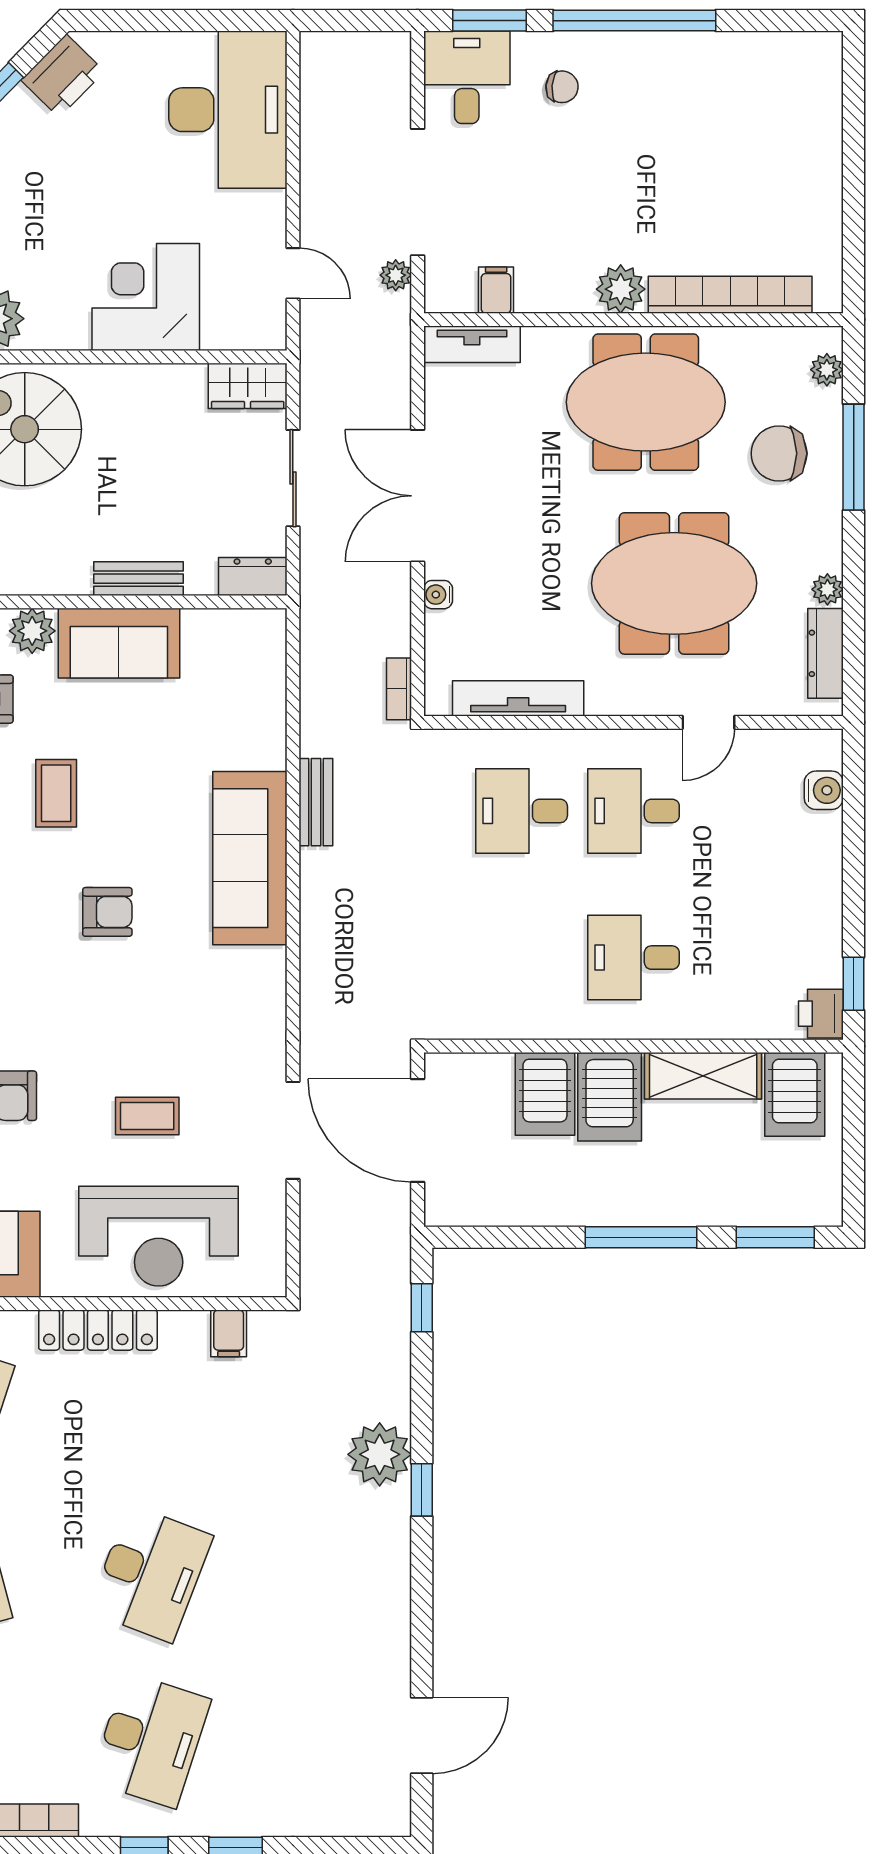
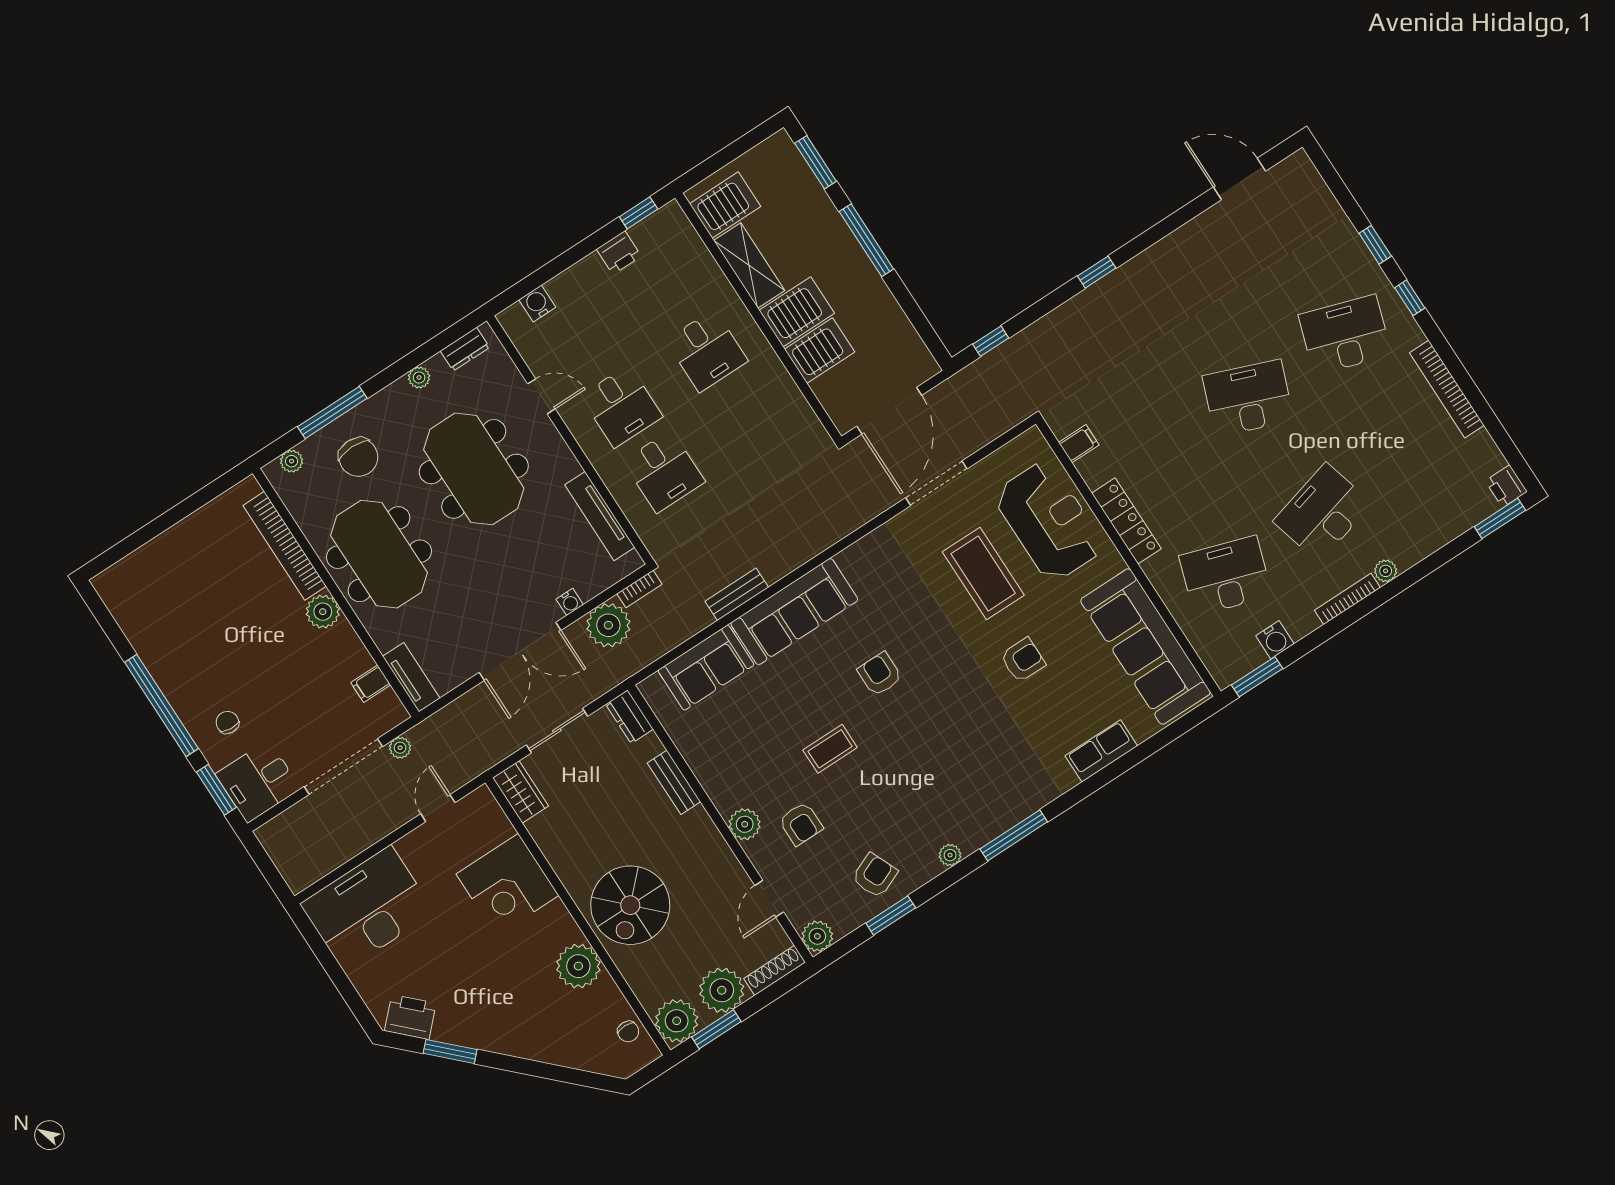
sofa: (119, 643) -> (706, 668), moved, turned 90
dresser: (826, 653) -> (465, 349), width x0.70
printer: (821, 1014) -> (619, 253), moved
coffee table: (147, 1116) -> (983, 574), width x1.86, depth x1.72
plant: (380, 1454) -> (608, 625), moved

